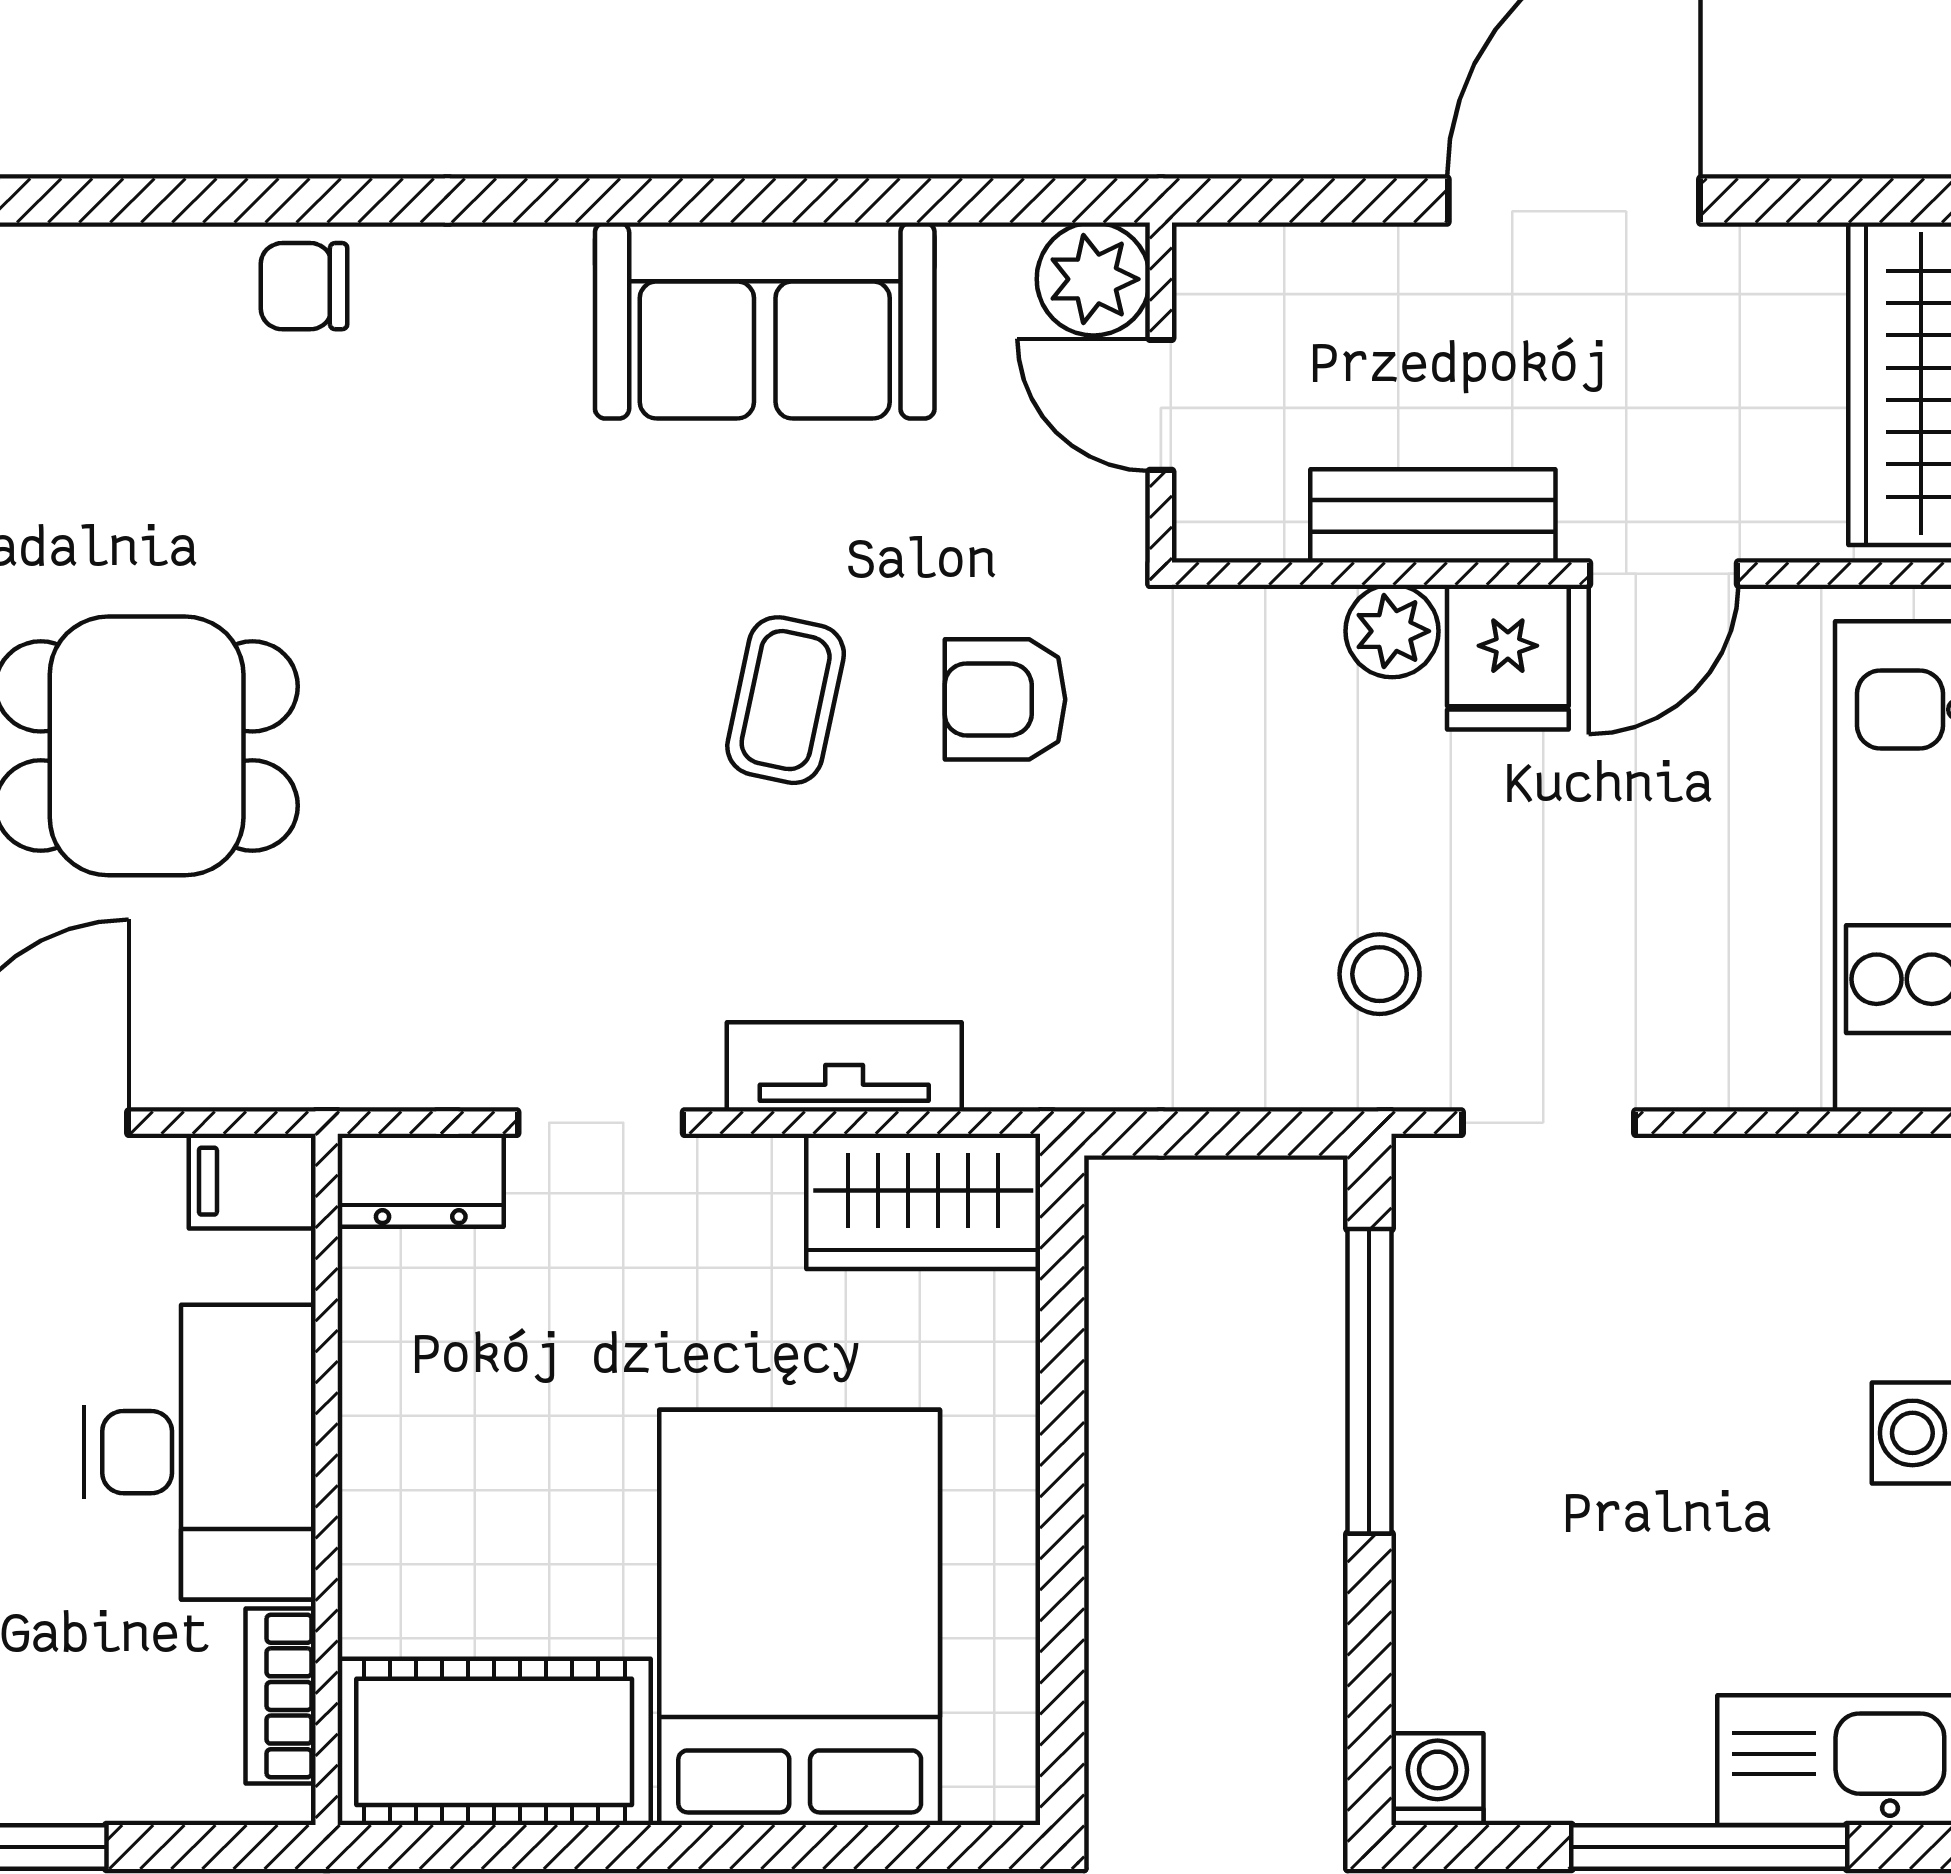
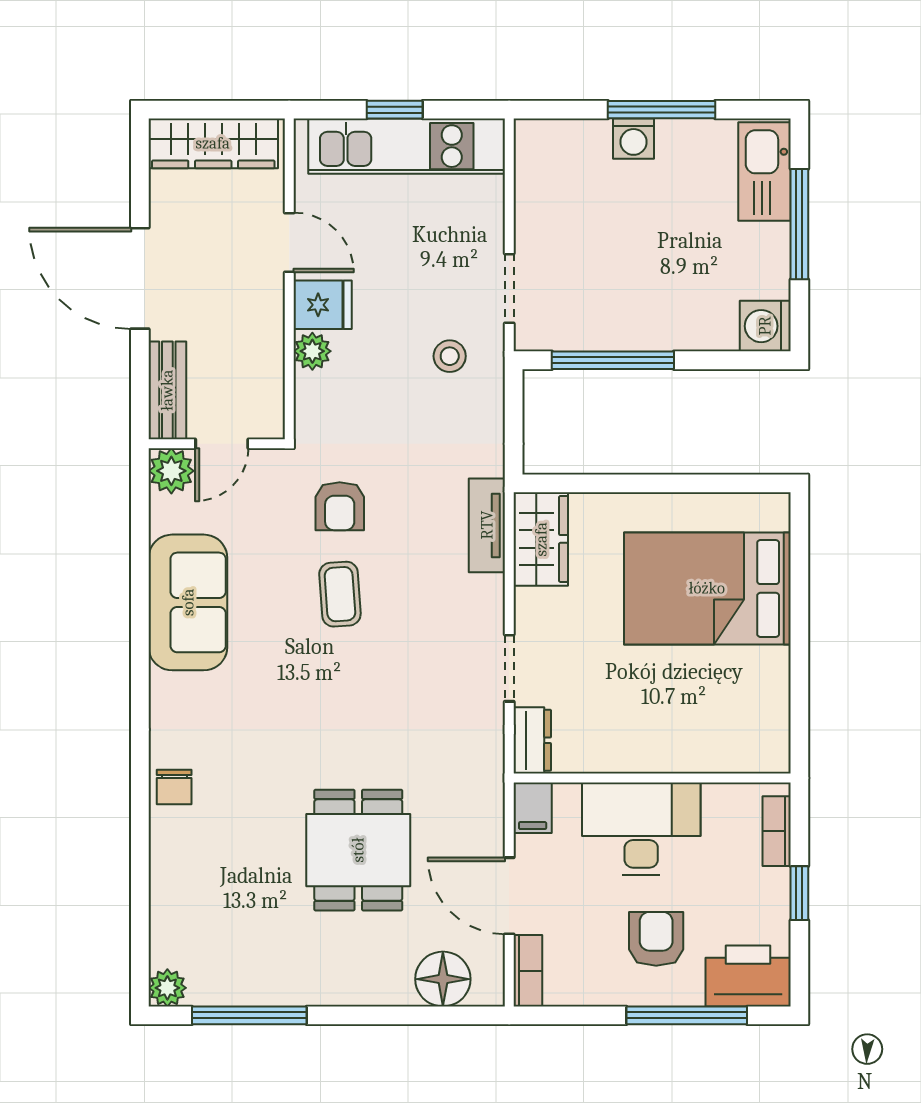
bench: (1433, 516) -> (167, 390), moved
coffee table: (786, 700) -> (340, 594), turned 74
tv unit: (844, 1067) -> (487, 525), moved
bookcase: (281, 1696) -> (777, 831), moved, turned 90
cot: (494, 1742) -> (757, 711), removed
washing machine: (1437, 1779) -> (765, 326), width x1.38, depth x1.38

